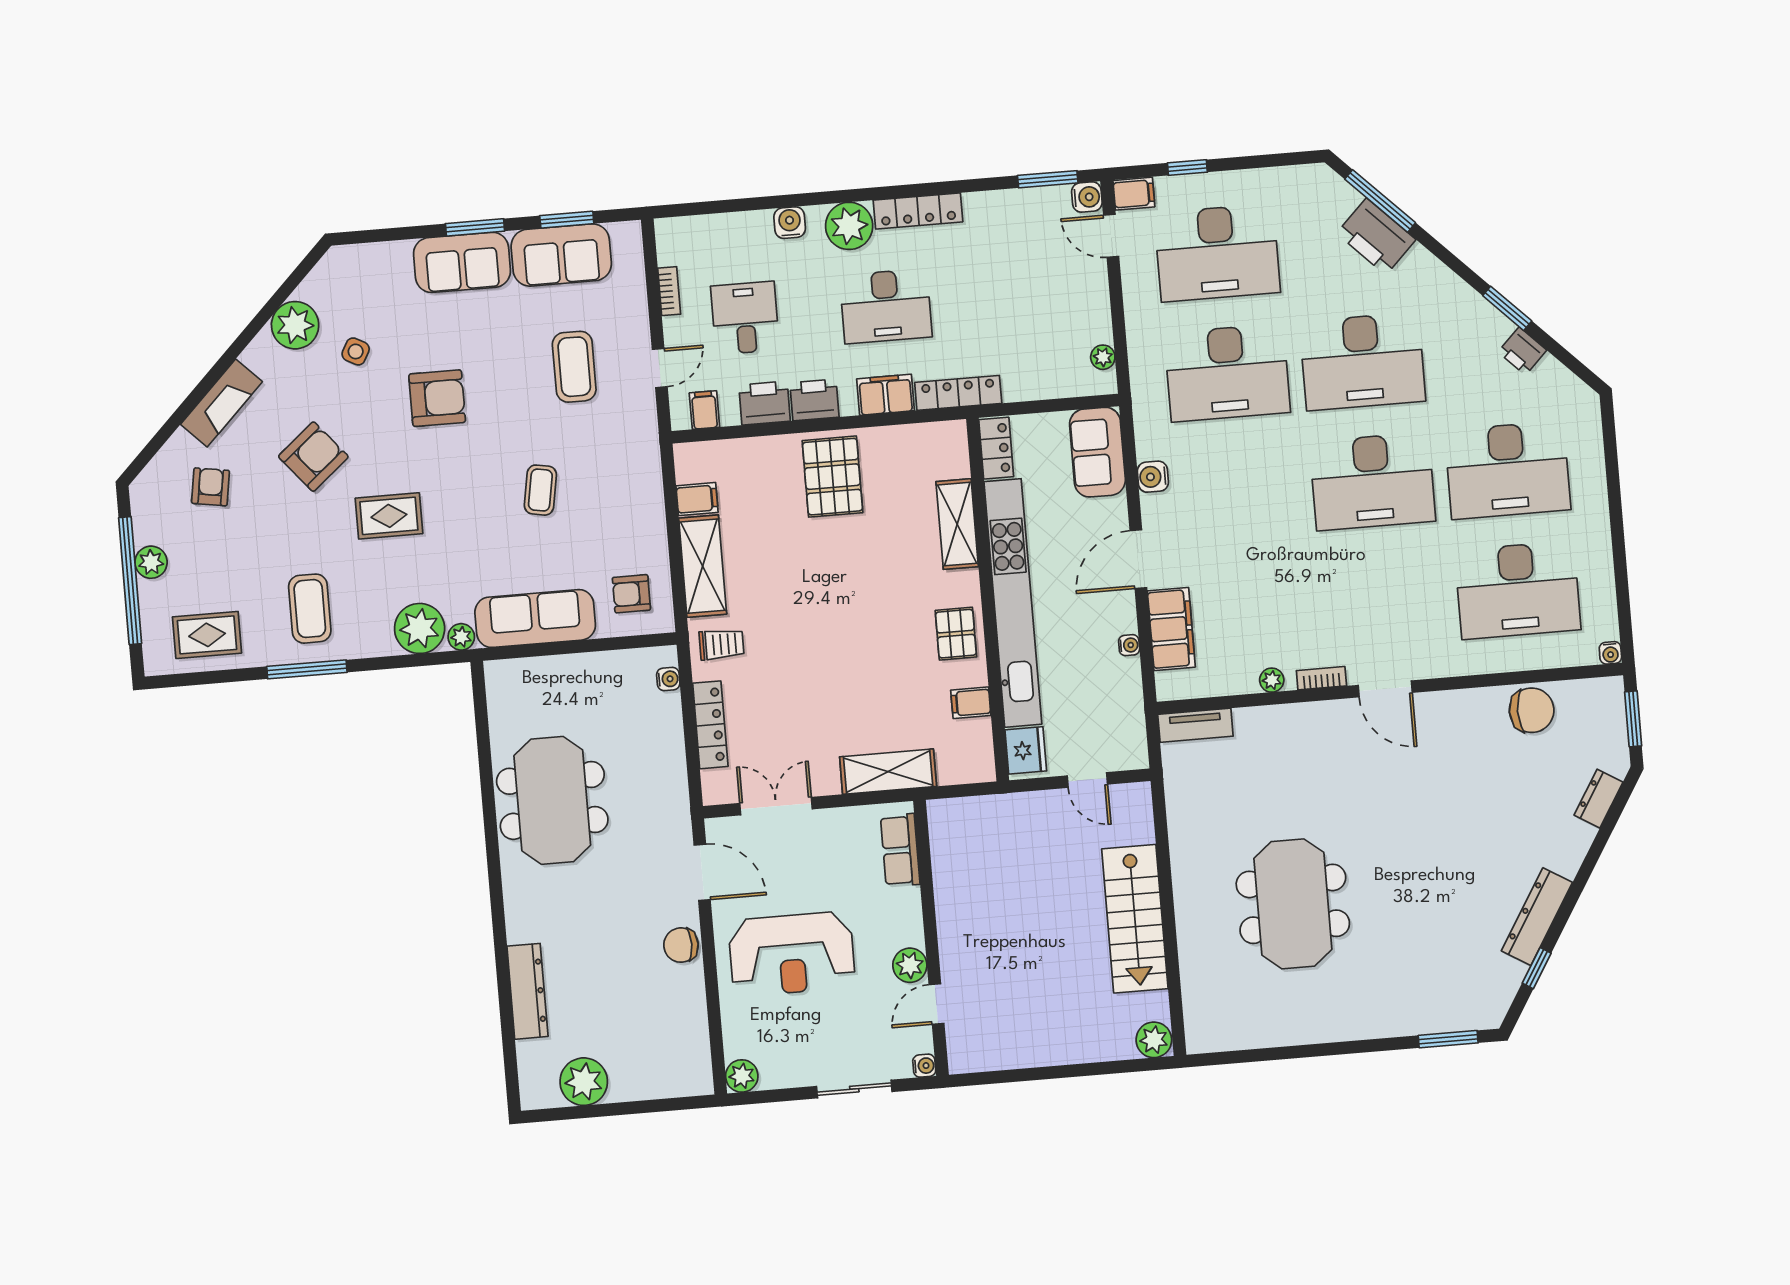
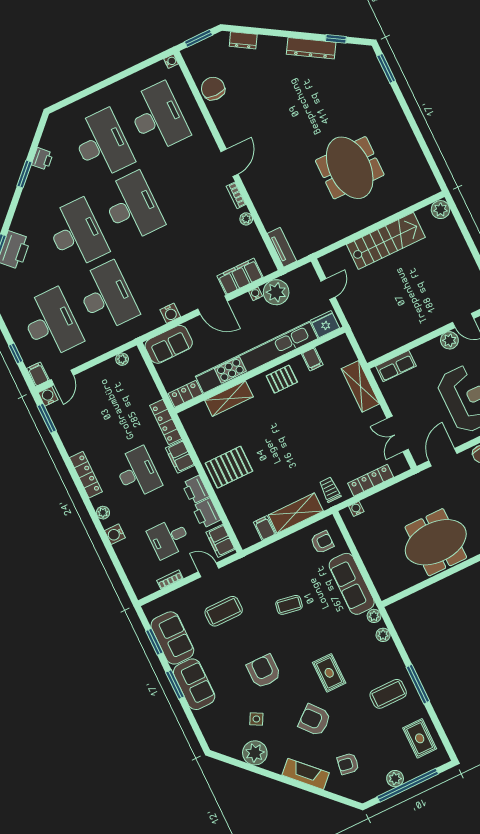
plant: (849, 226) -> (103, 513), width x0.53, depth x0.53
filing cabinet: (704, 410) -> (221, 541), width x2.00
armchair: (631, 594) -> (322, 542), turned -90
plant: (420, 628) -> (383, 635), width x0.53, depth x0.53
plant: (1118, 684) -> (276, 292), added
meeting table: (1293, 904) -> (350, 168), turned 90

